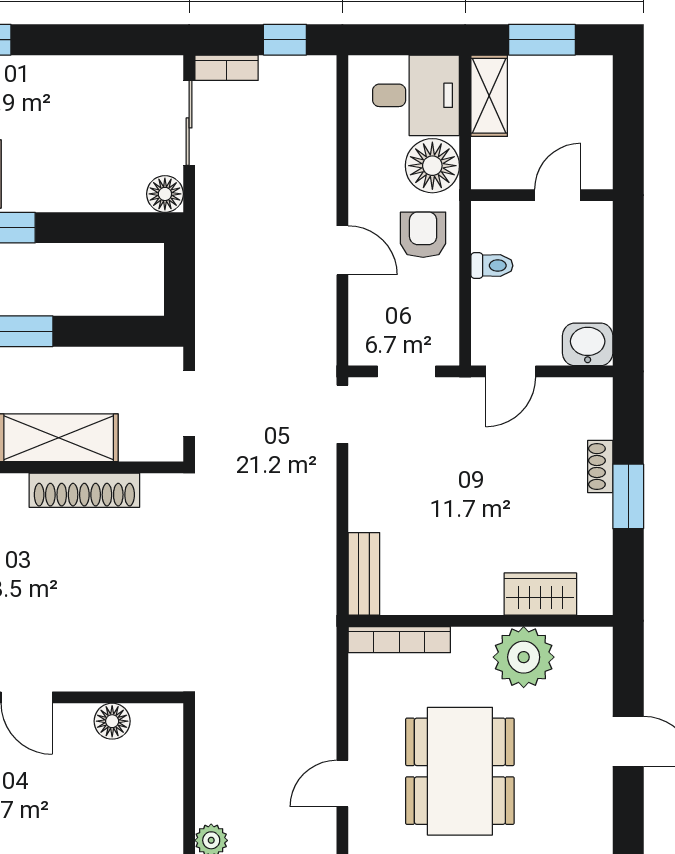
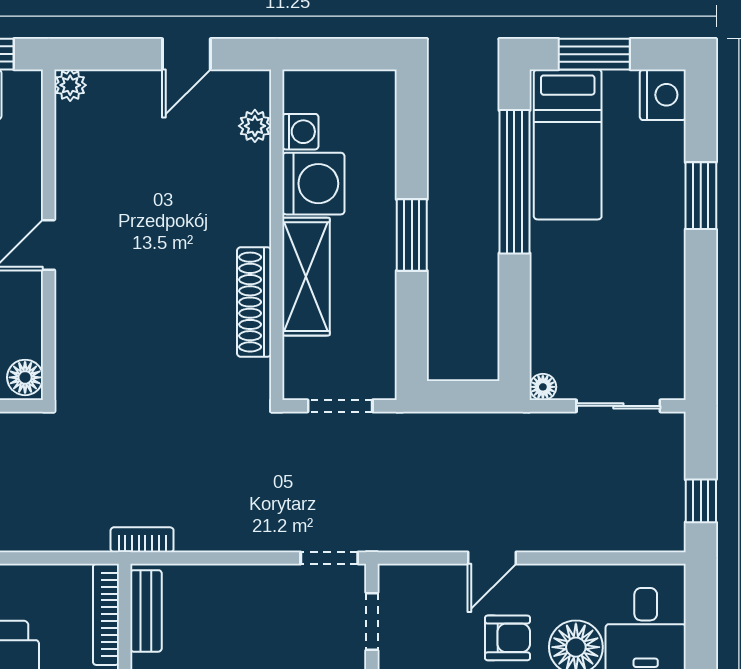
bookcase: (226, 68) -> (142, 540), moved, turned 90
floor lamp: (165, 194) -> (543, 387), width x0.73, depth x0.73
bench: (364, 574) -> (146, 611), moved, turned 90
floor lamp: (112, 721) -> (25, 377), moved

